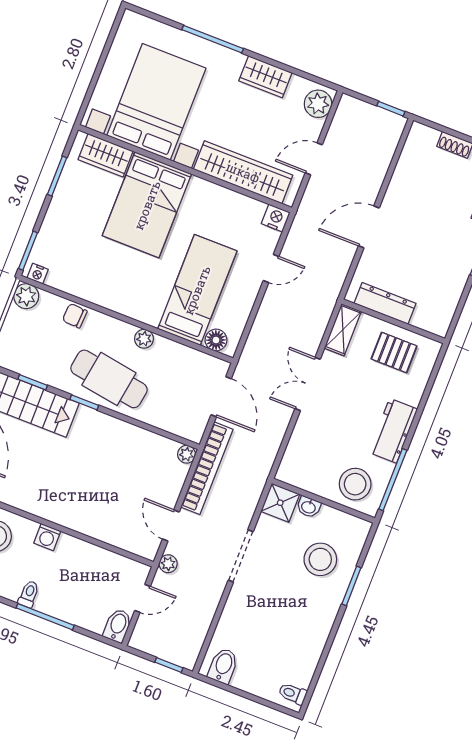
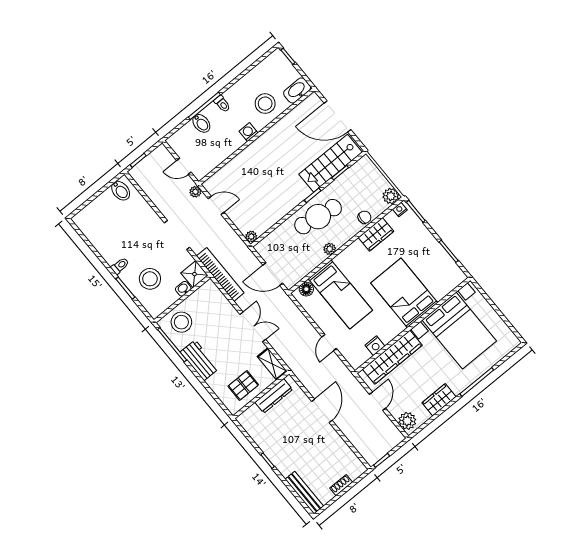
wardrobe: (106, 155) -> (376, 234), moved, turned 180
nightstand: (276, 218) -> (375, 346), moved
bookcase: (207, 468) -> (220, 274), moved, turned 180
door: (142, 598) -> (184, 166), hinge flipped
bidet: (118, 626) -> (201, 123), moved
toilet: (293, 694) -> (120, 266), moved

